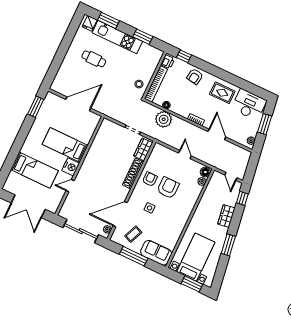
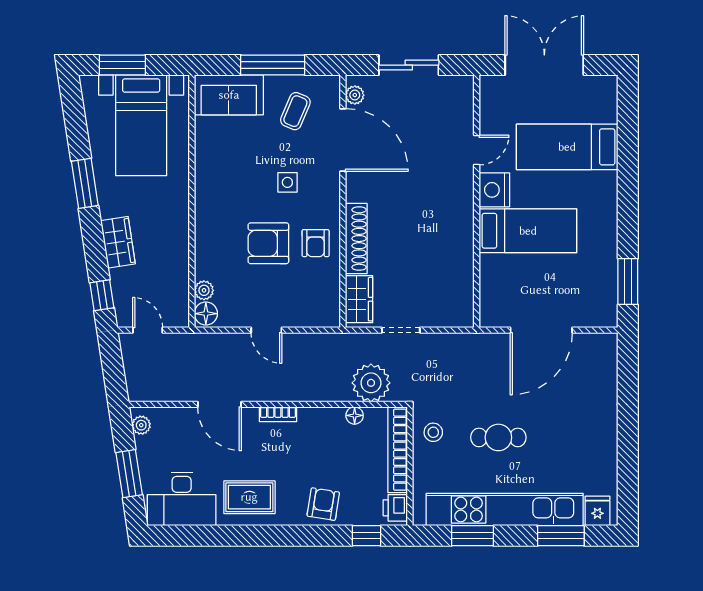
kitchen unit: (117, 37) -> (505, 509), width x1.36
cafe table: (94, 59) -> (498, 437), moved
plant: (164, 119) -> (371, 383), moved
armchair: (168, 188) -> (268, 243), turned 90
door: (120, 214) -> (343, 140), hinge flipped
sliding door: (81, 231) -> (409, 65), width x0.73

